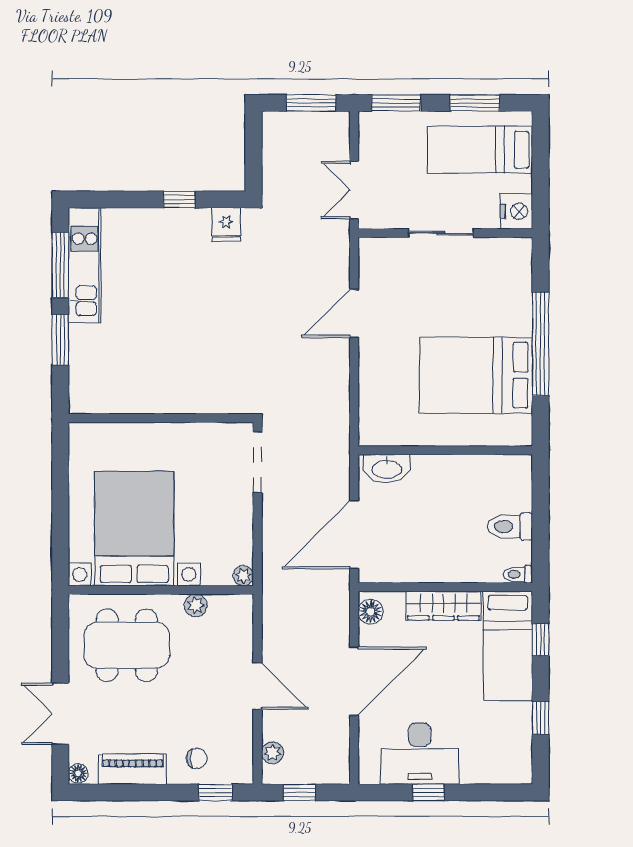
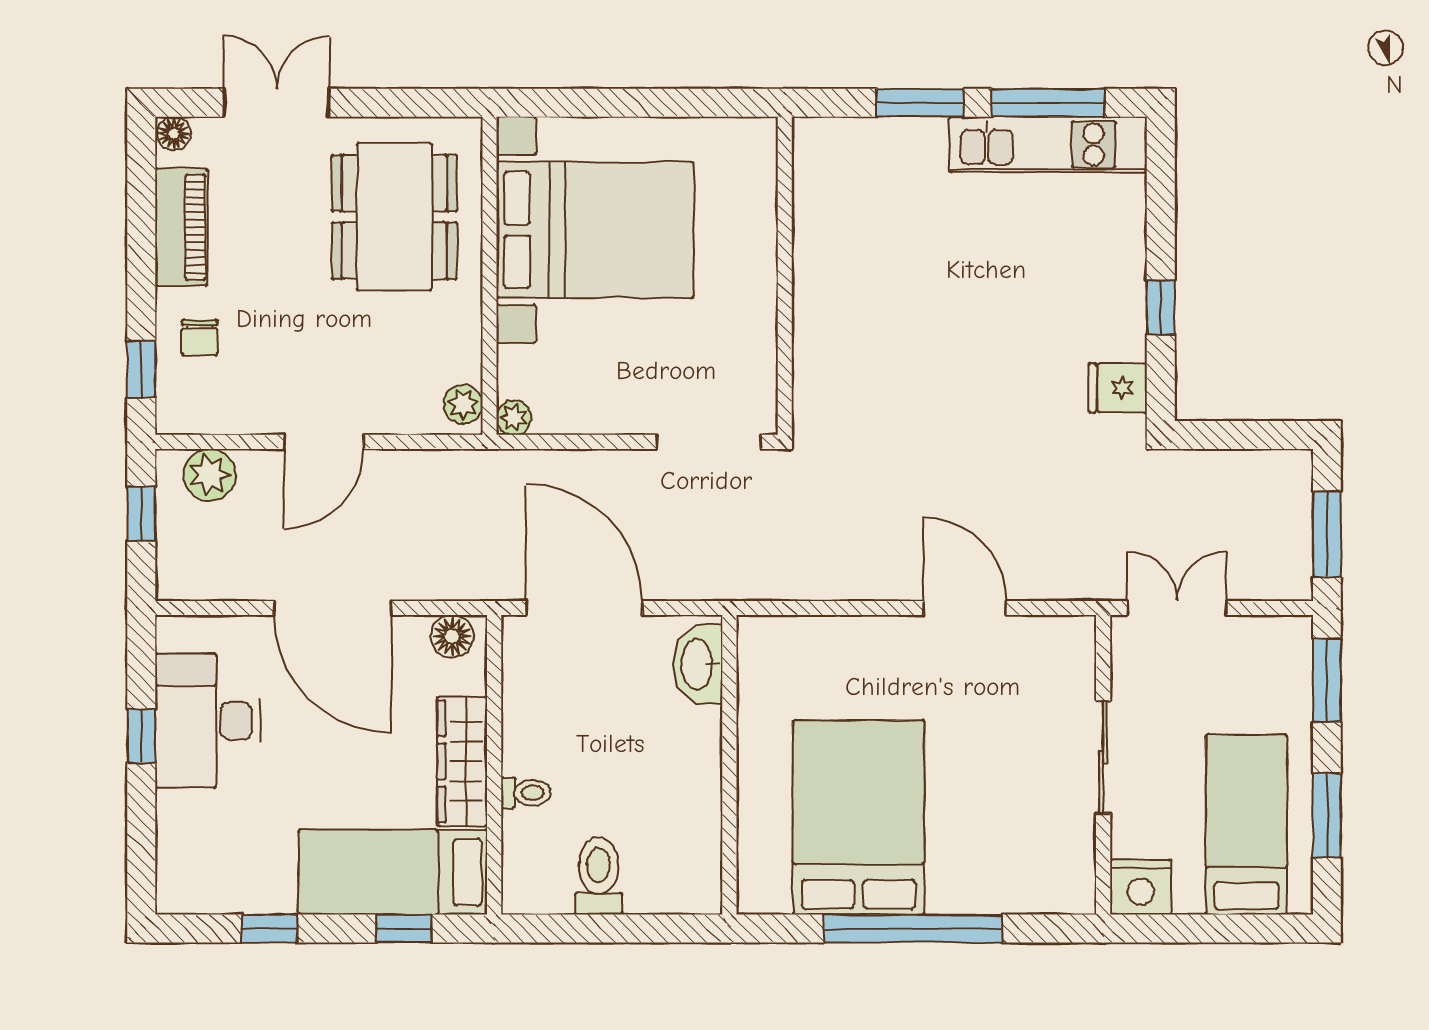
toilet: (518, 574) -> (526, 793), moved, turned 90
plant: (196, 605) -> (463, 404), moved
plant: (273, 753) -> (210, 475), width x1.38, depth x1.38

